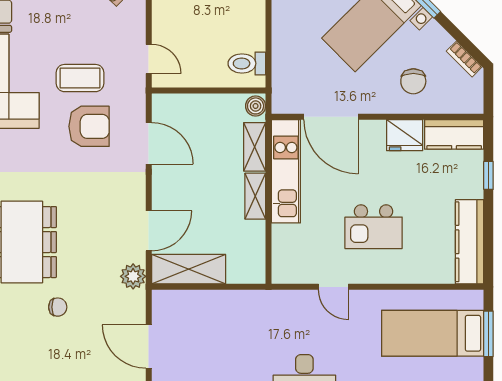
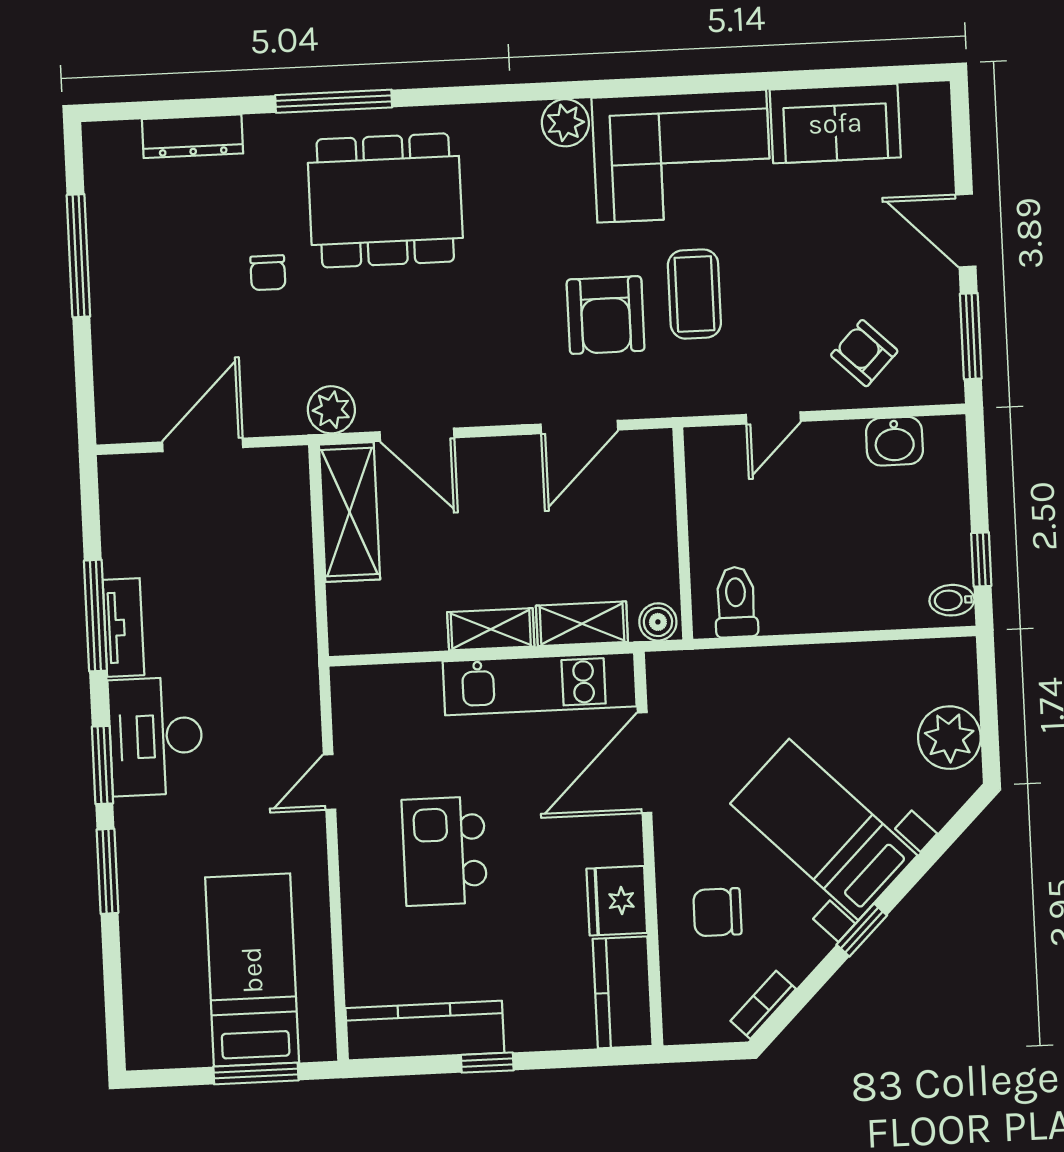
door: (149, 59) -> (773, 418), moved
window: (488, 175) -> (487, 1063), moved

